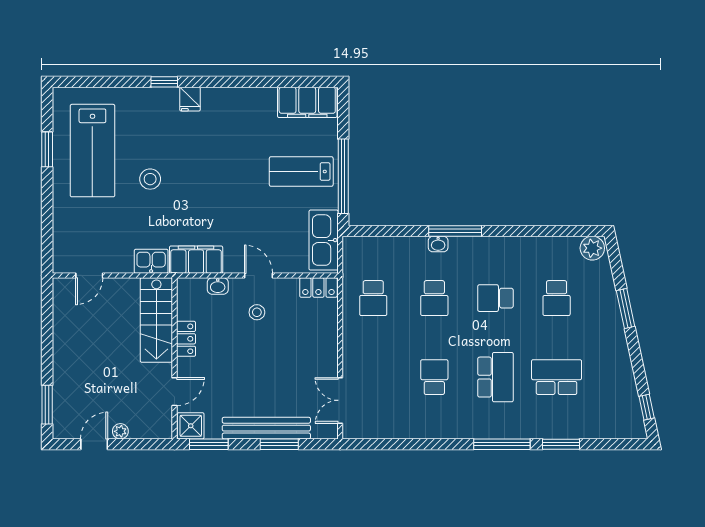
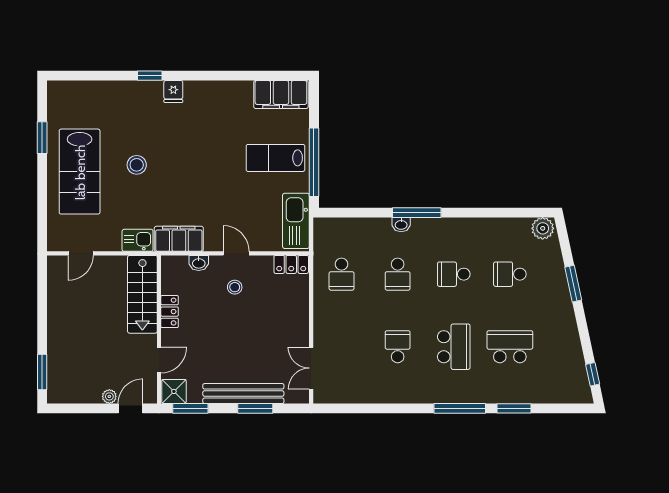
lab bench: (92, 151) -> (80, 172), moved
school desk: (557, 298) -> (510, 274), turned 90
door: (94, 444) -> (131, 408), moved

